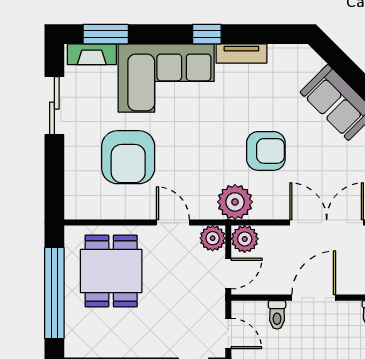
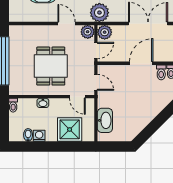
dining table: (111, 271) -> (51, 66), moved
toilet: (277, 315) -> (161, 72), moved

